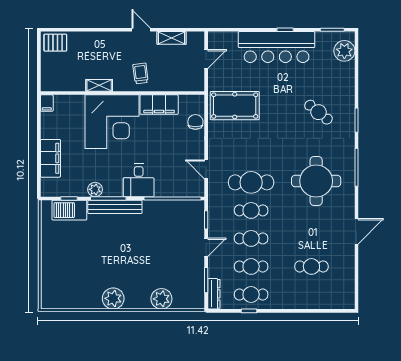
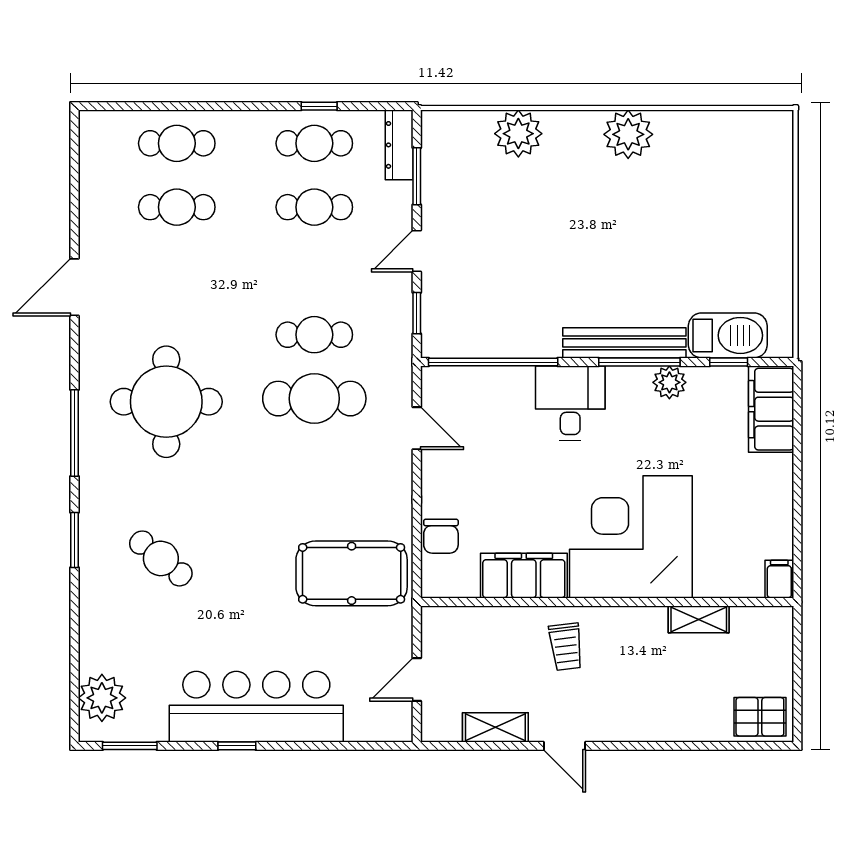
shelving: (99, 85) -> (699, 619), moved
filing cabinet: (50, 158) -> (771, 409), moved
cafe table: (251, 238) -> (177, 143), moved

